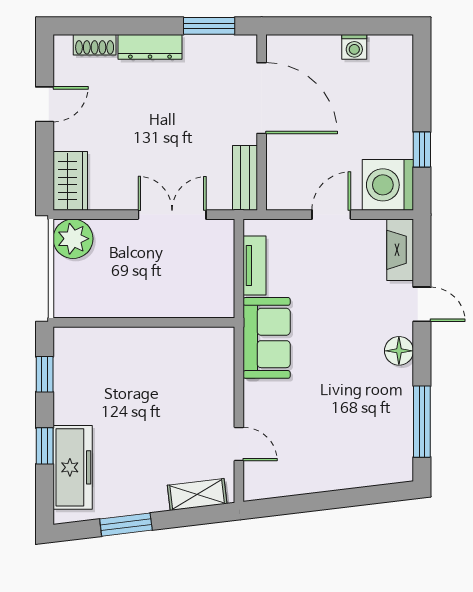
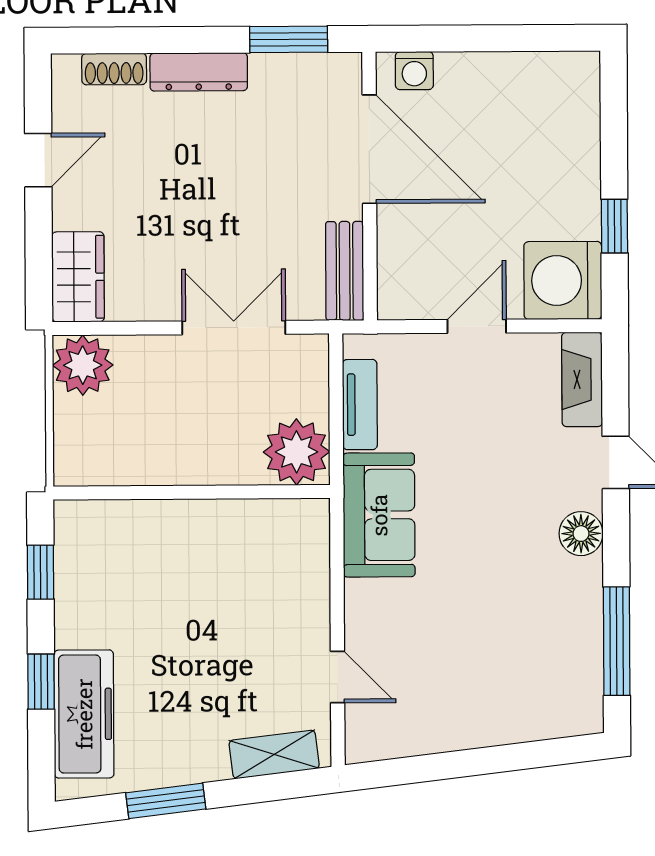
washing machine: (354, 47) -> (414, 71), moved
plant: (213, 296) -> (297, 452), added

